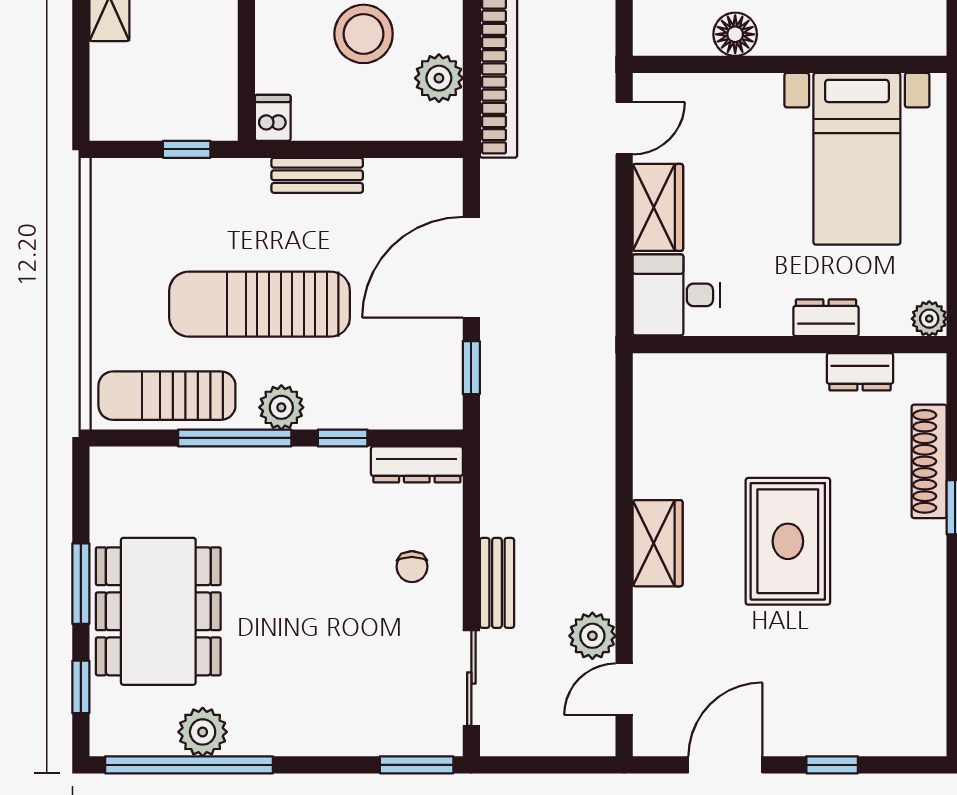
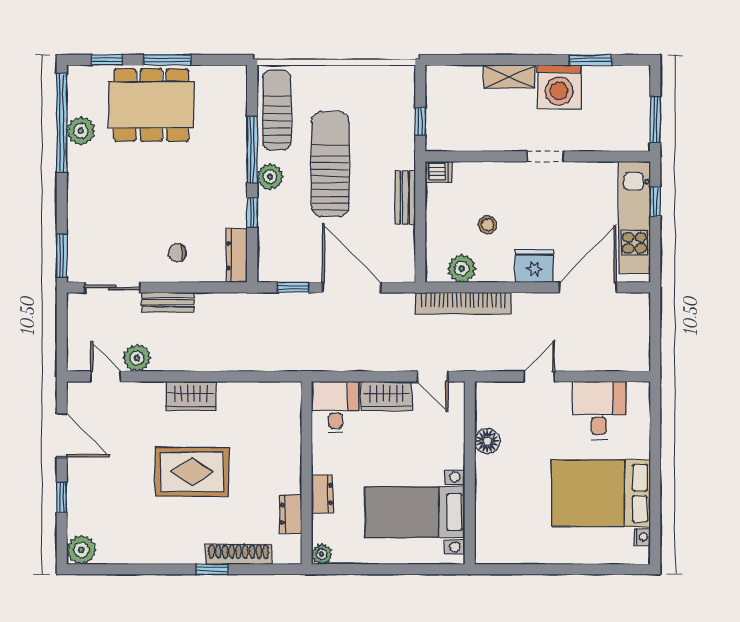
stool: (364, 34) -> (488, 225), width x0.53, depth x0.53
plant: (922, 731) -> (81, 550), added

